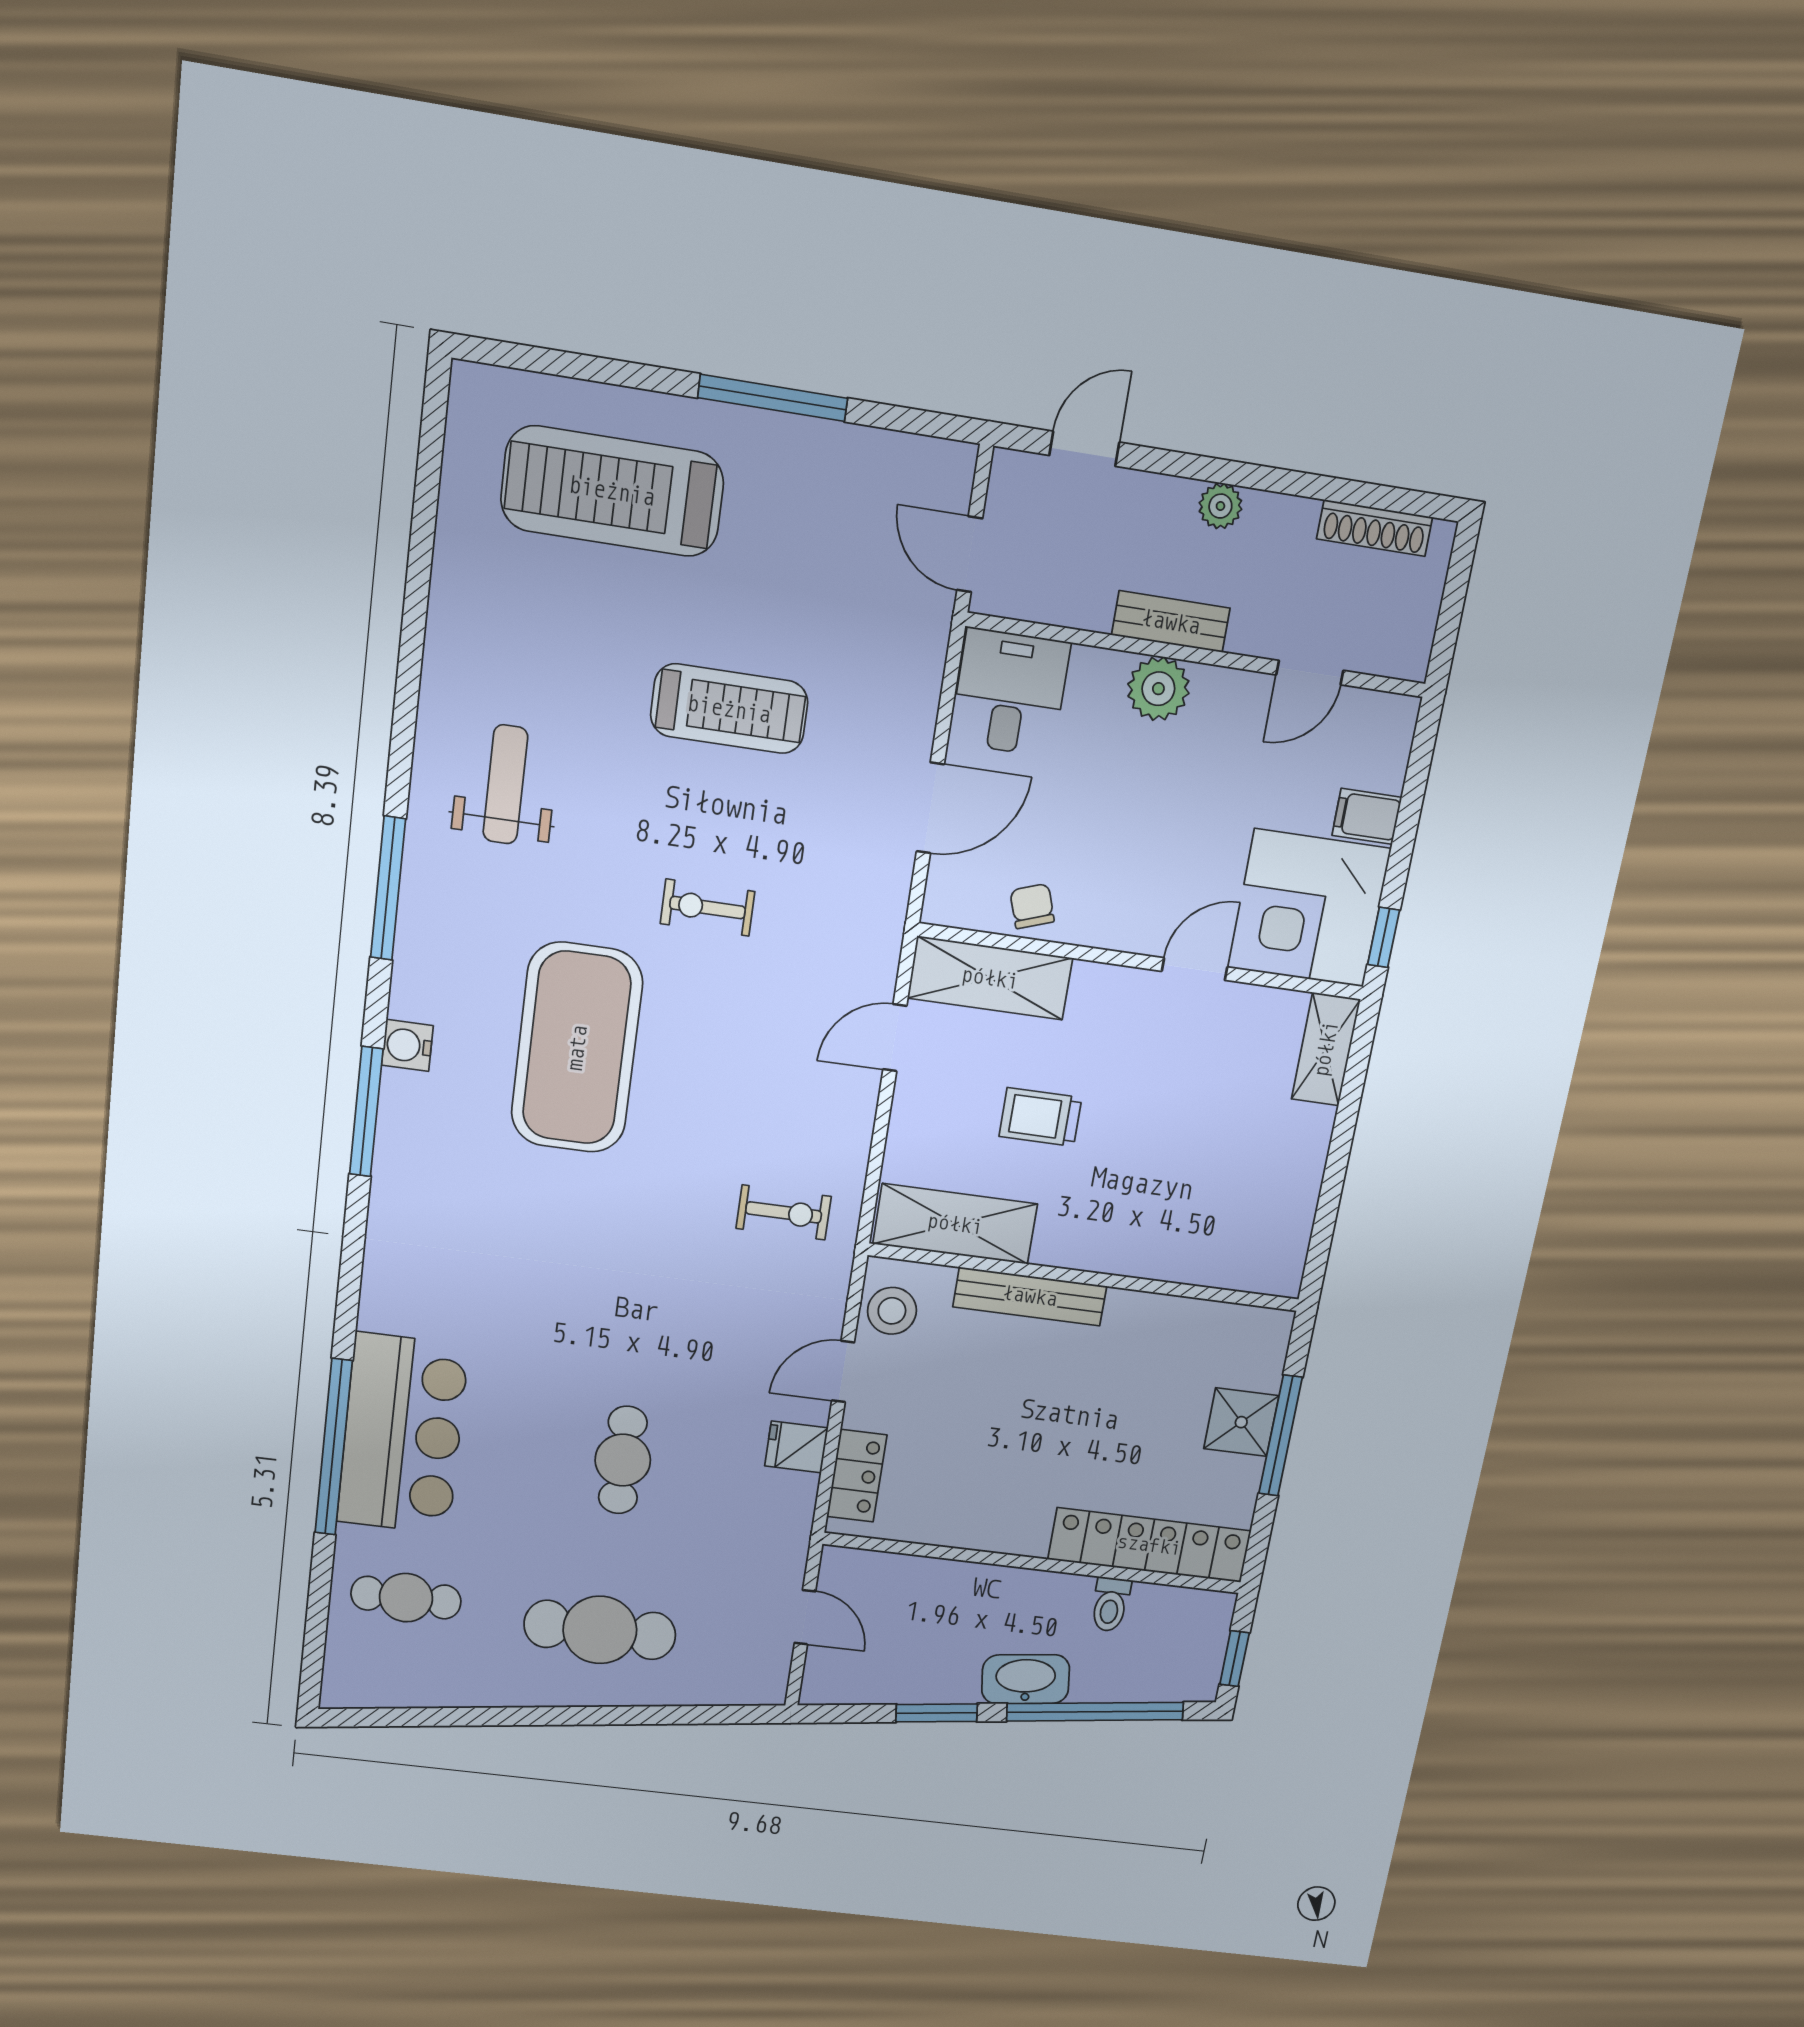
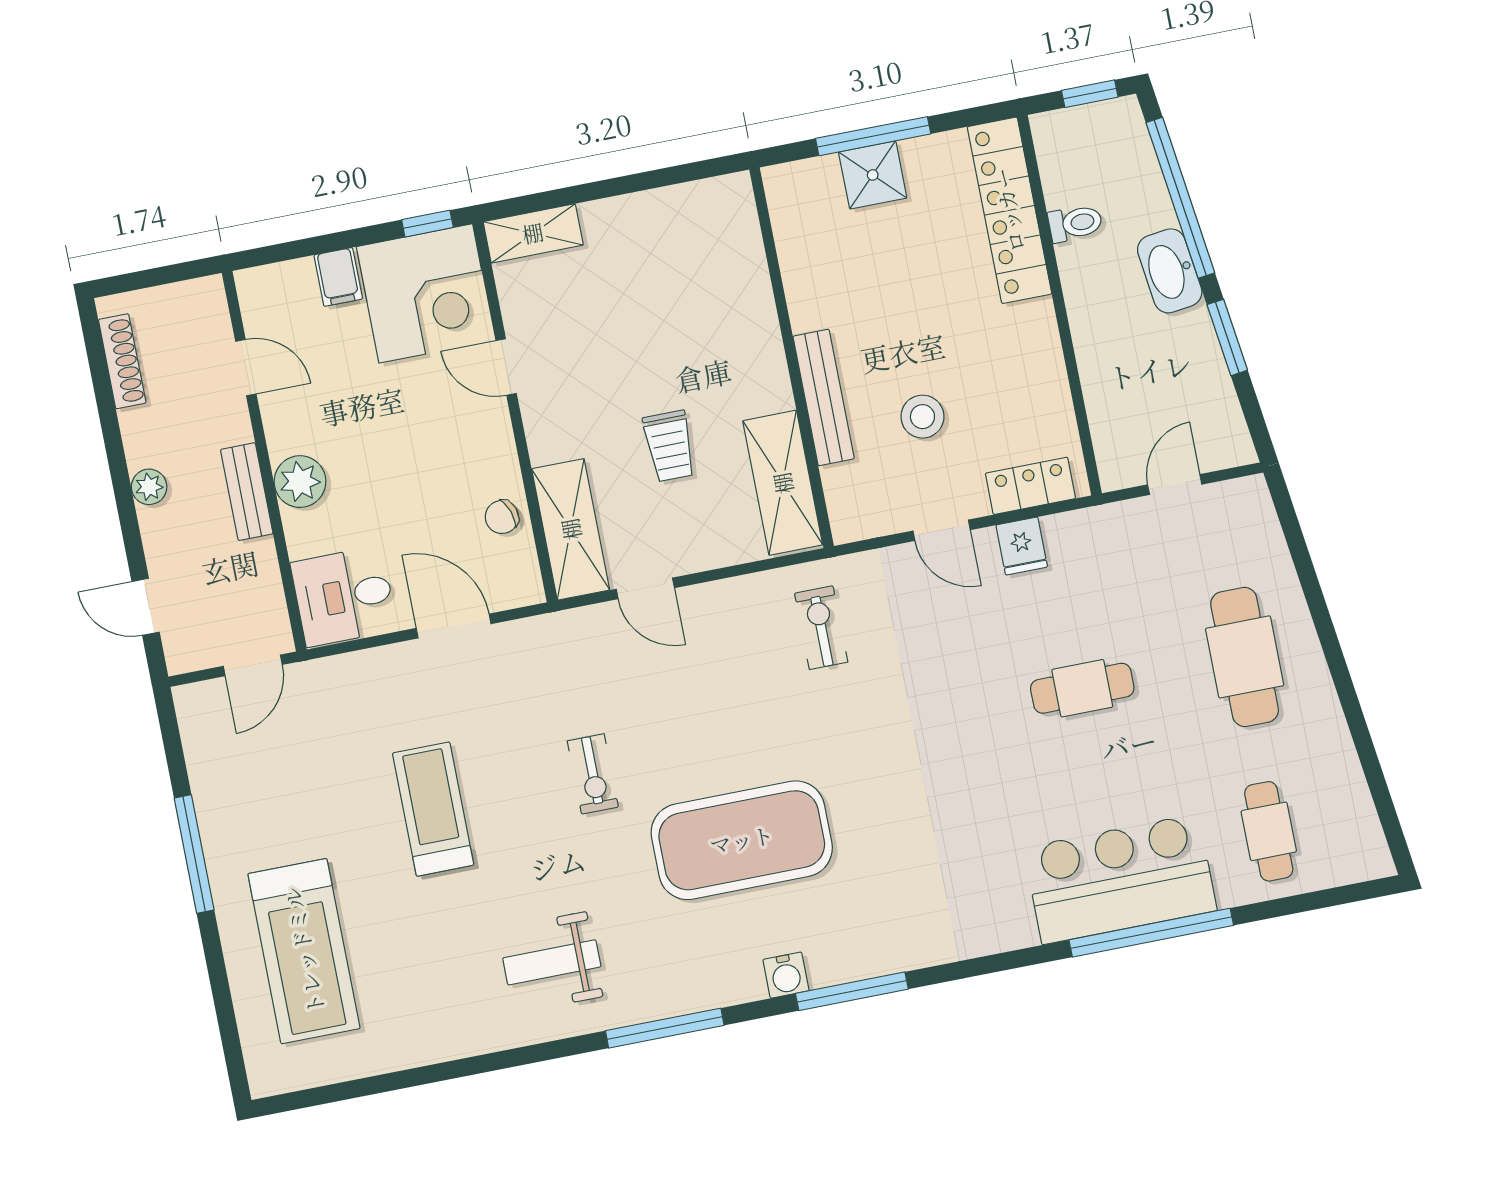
stool: (892, 1311) -> (922, 417), moved

